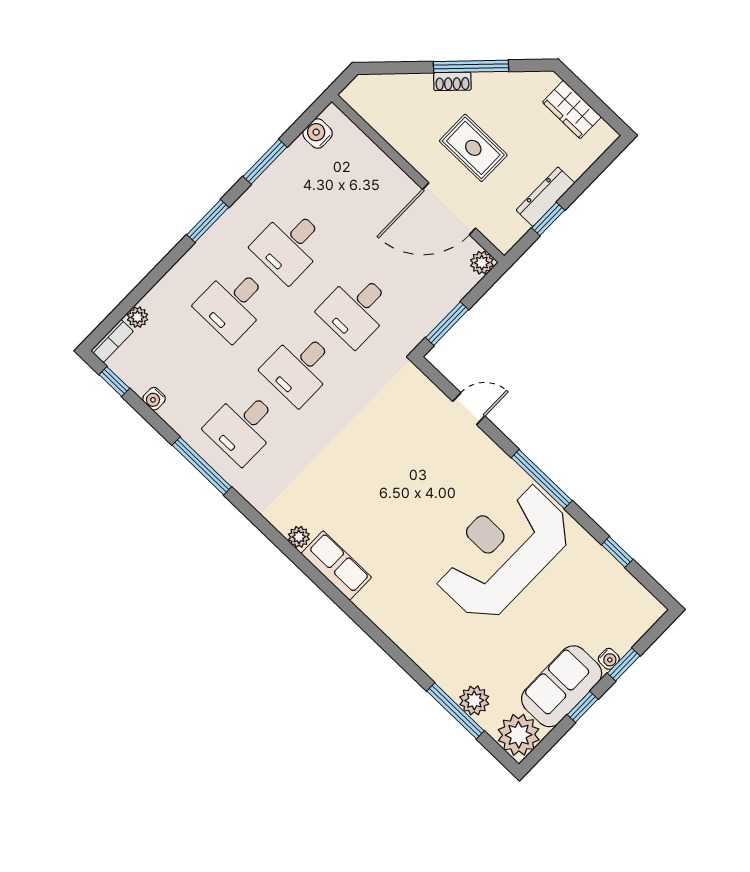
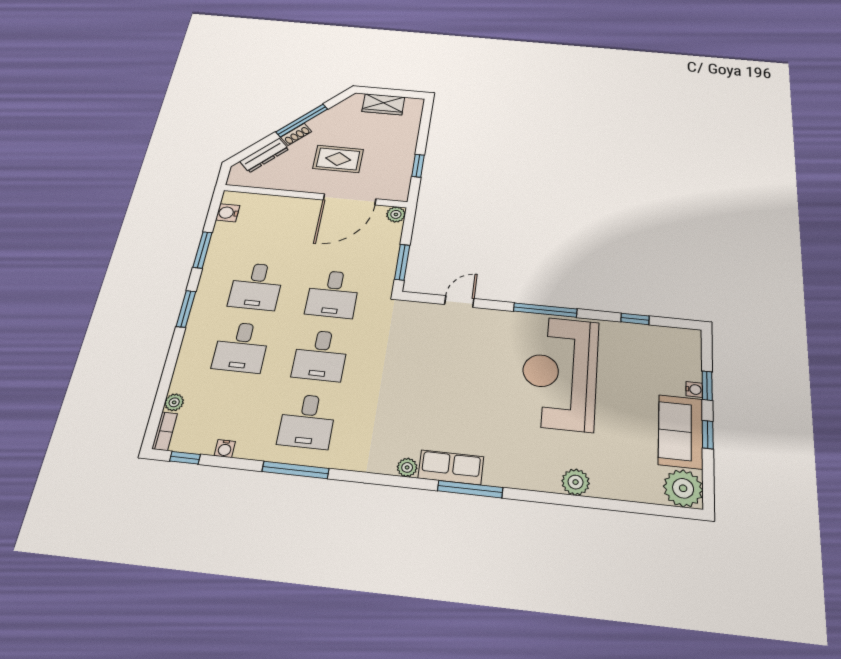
dresser: (545, 197) -> (264, 155), moved, turned -135
plant: (474, 700) -> (576, 482), moved
window: (455, 711) -> (470, 489), moved

